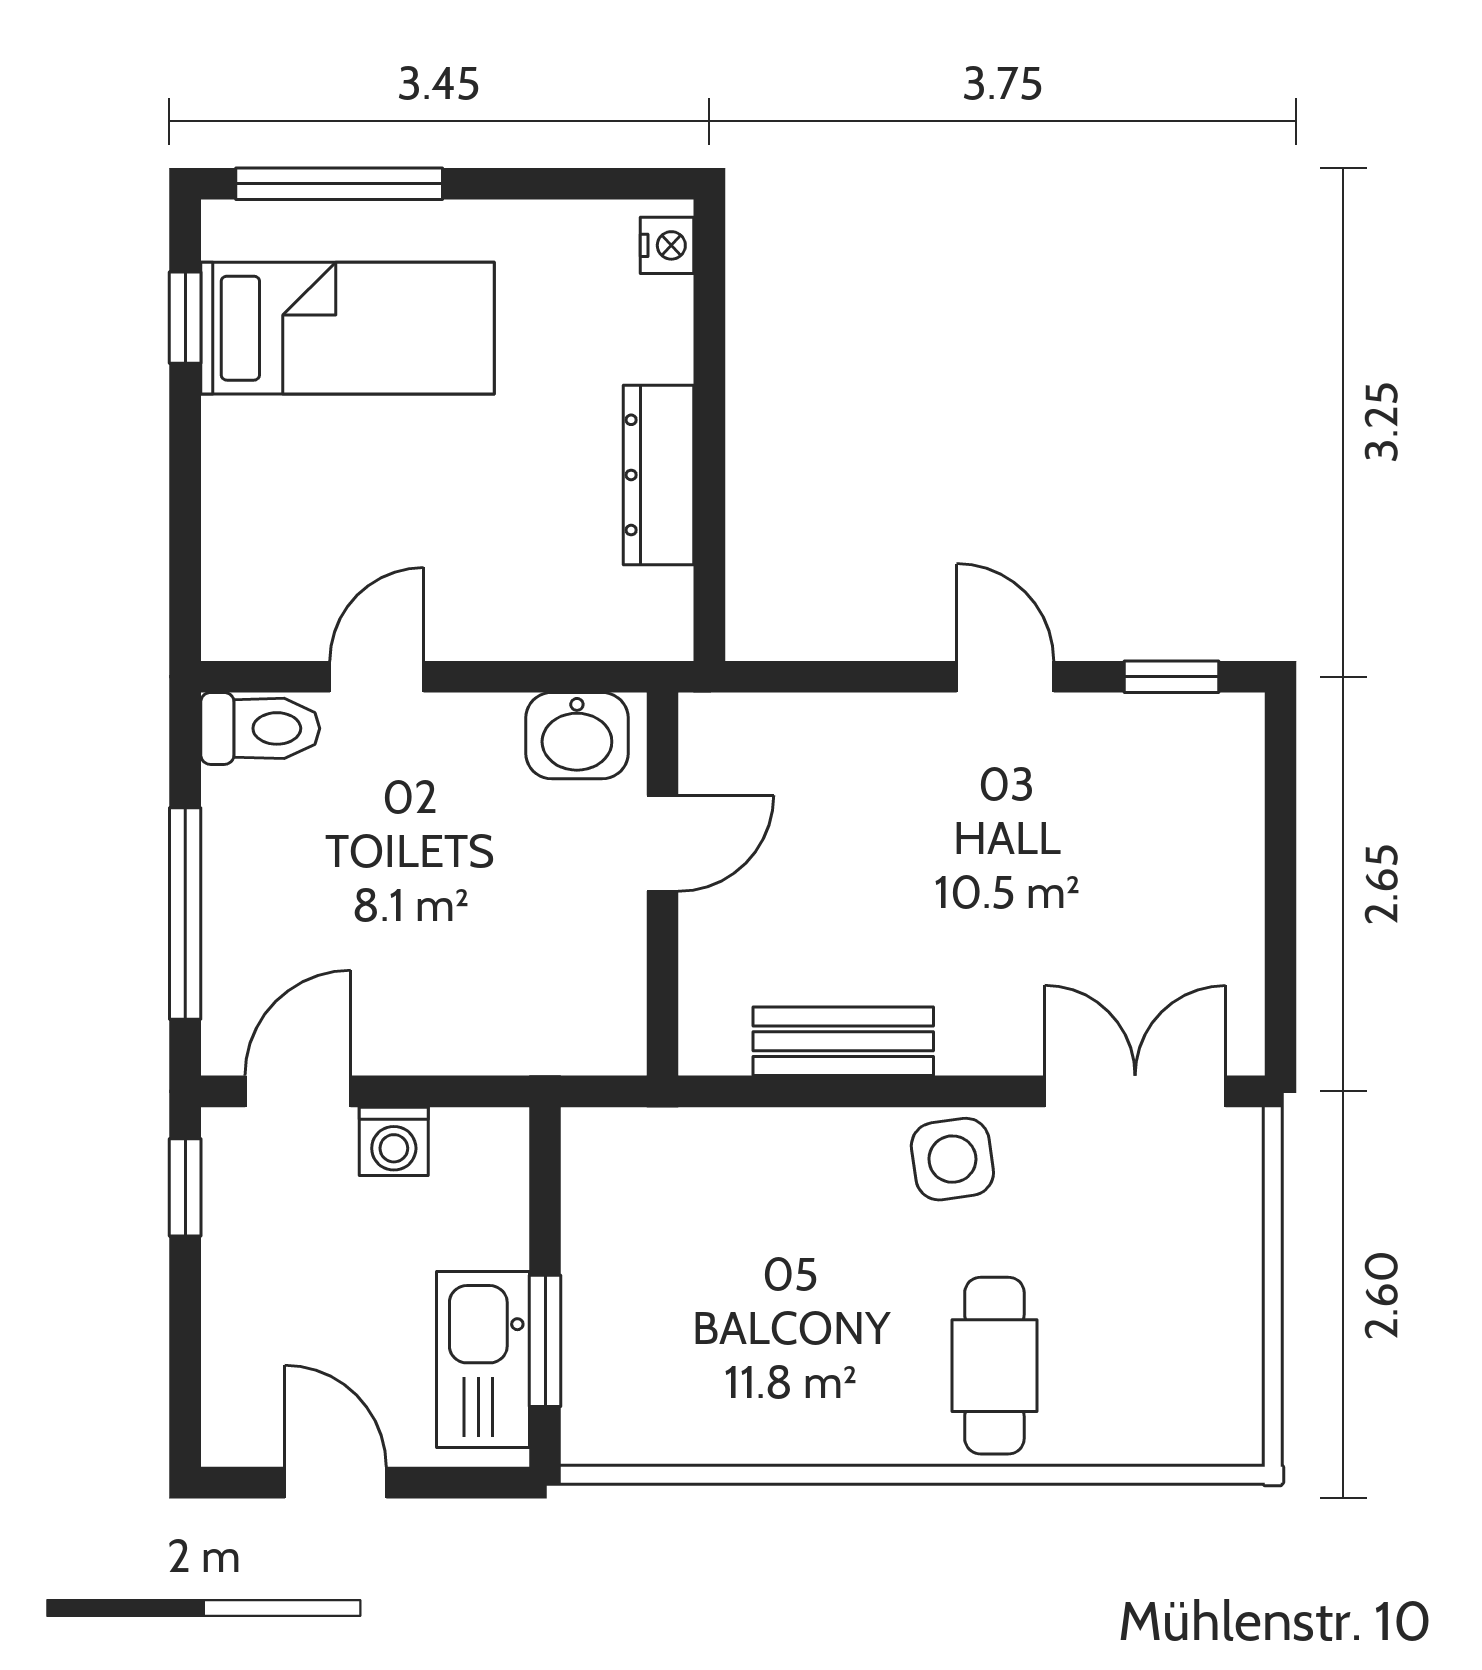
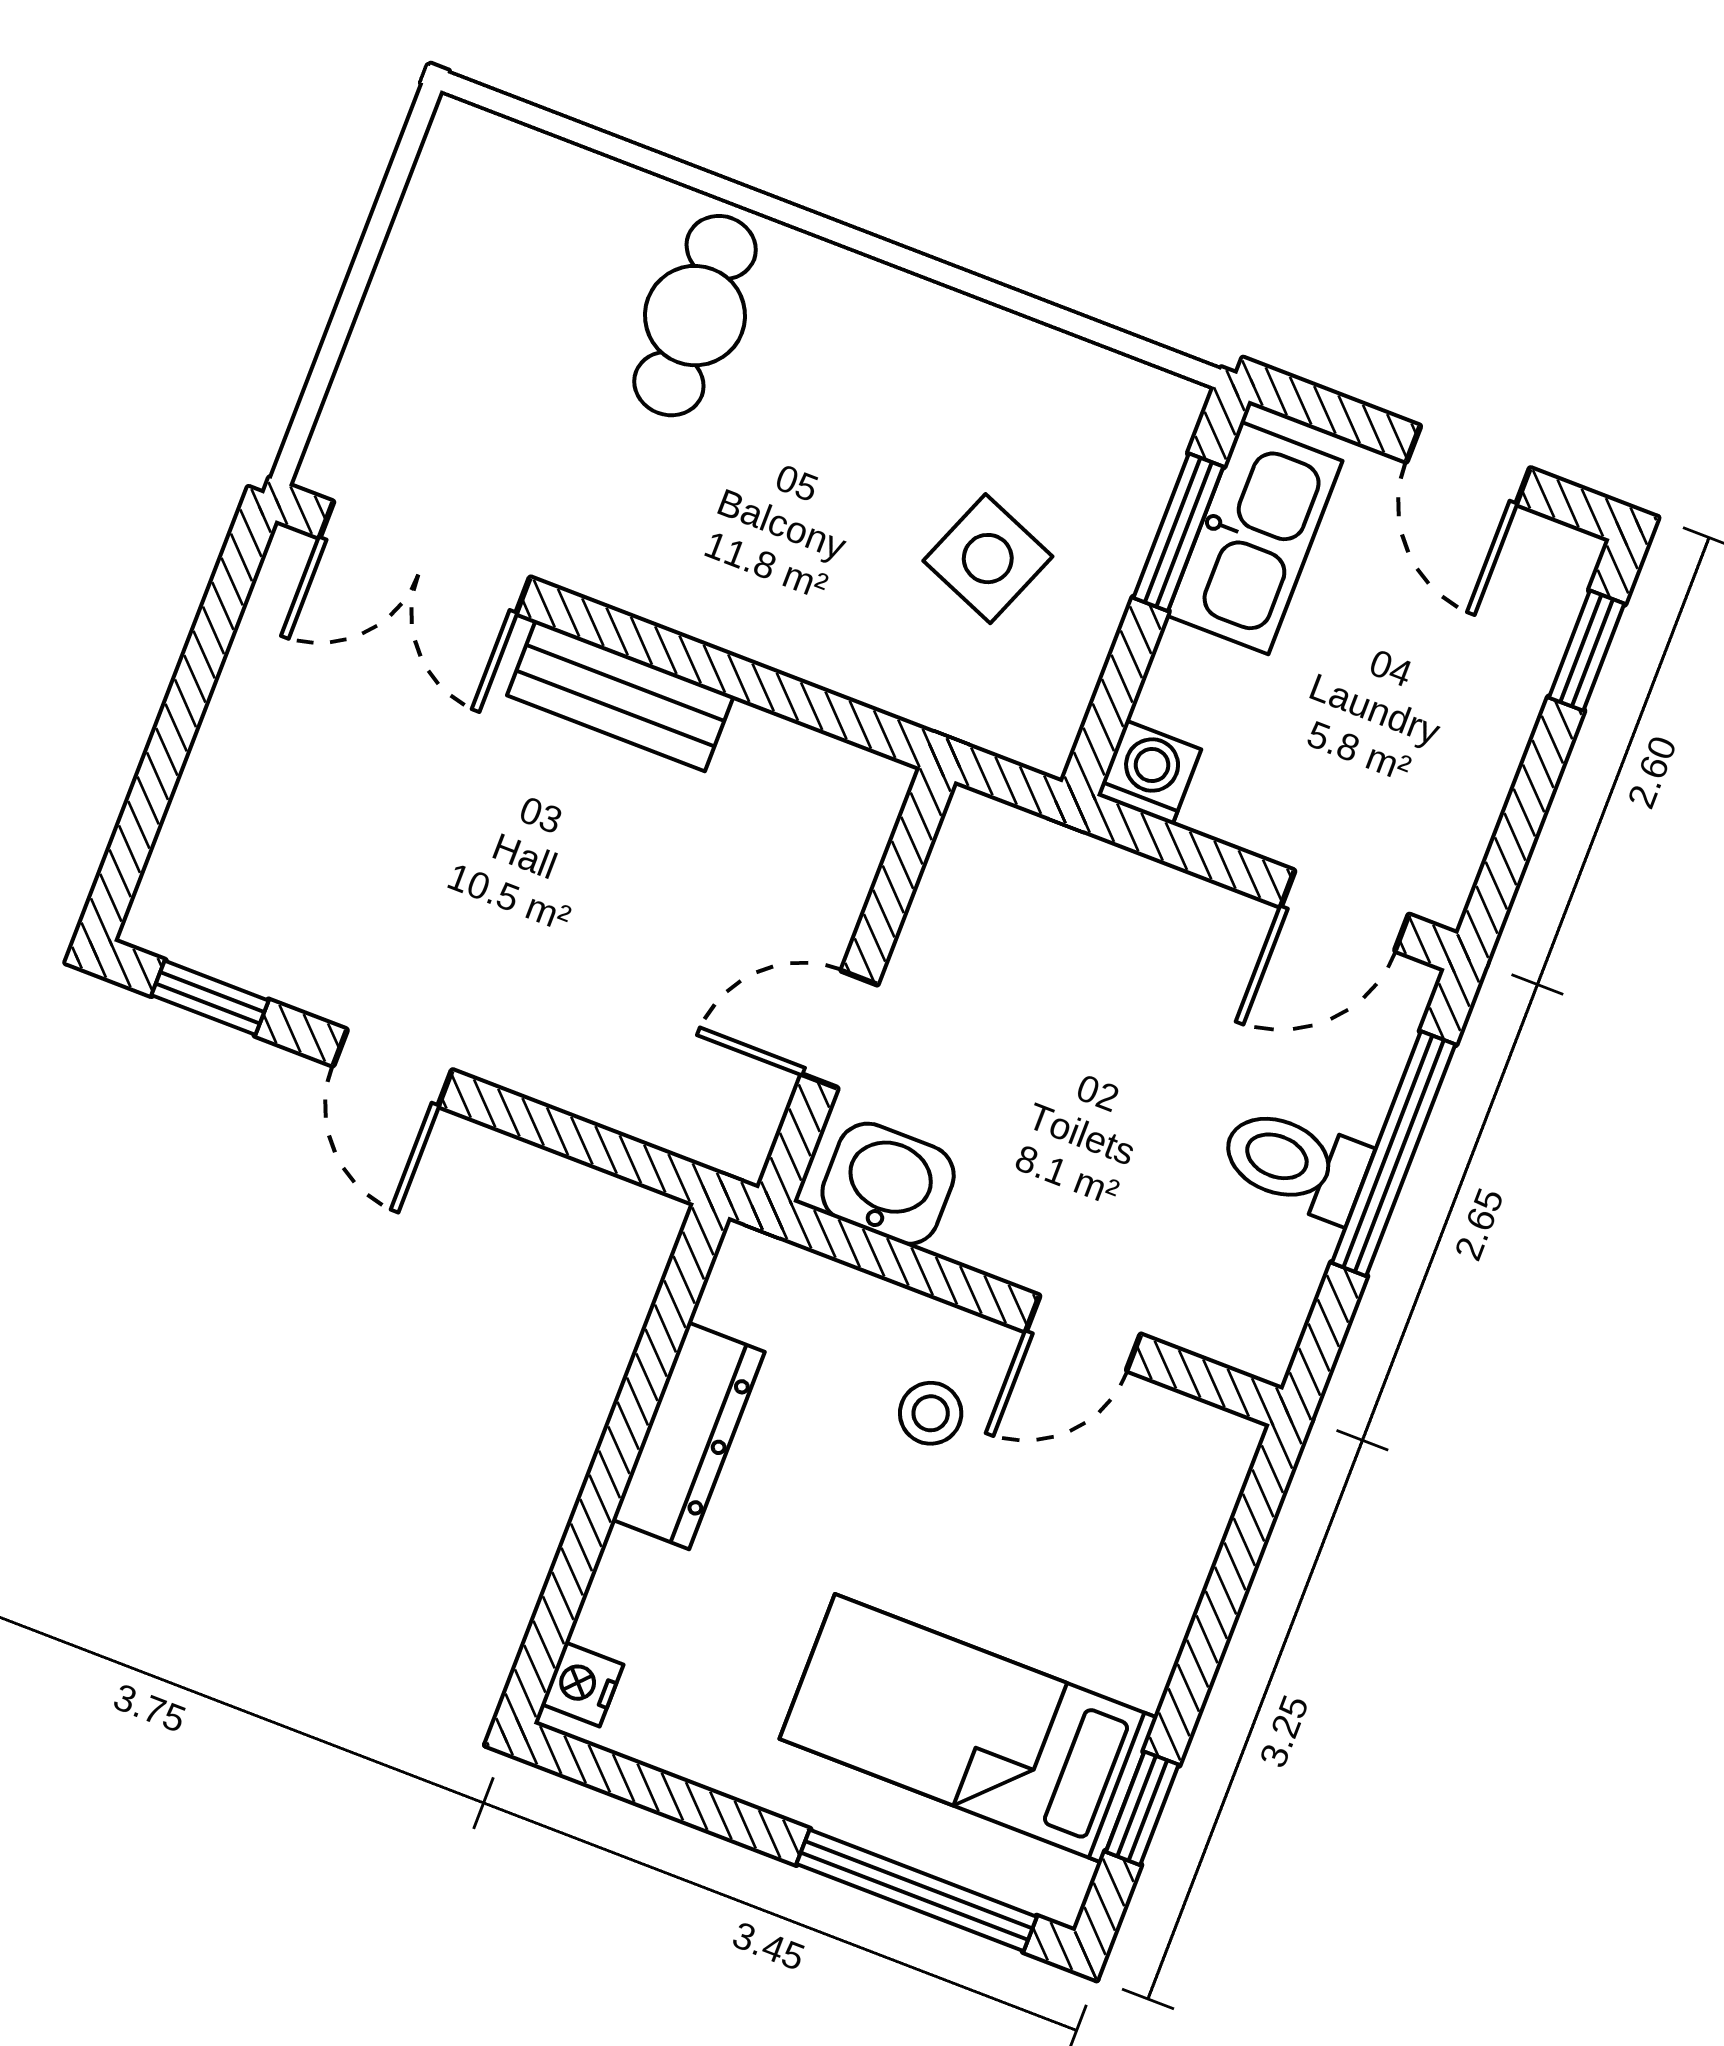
stool: (473, 567) -> (931, 1413), added
toilet: (260, 728) -> (1295, 1163), moved
bench: (843, 1041) -> (620, 696), moved
washing machine: (394, 1141) -> (1149, 773), moved
side table: (952, 1159) -> (988, 559), moved, turned 30
window: (185, 1187) -> (1587, 651), moved

